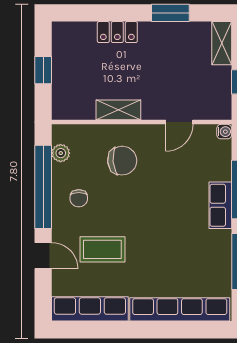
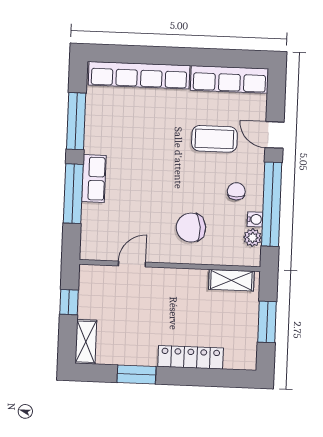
locker: (117, 32) -> (191, 357), width x1.53
window: (43, 70) -> (267, 322), width x1.50
shelving: (118, 110) -> (231, 280), moved
water cooler: (224, 132) -> (255, 219), moved, turned 180

